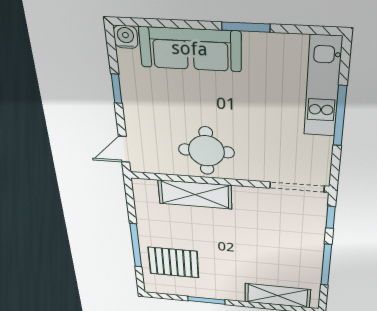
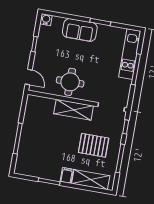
sofa: (190, 49) -> (80, 30), width x0.73
door: (124, 149) -> (29, 77), swing flipped
shelving: (195, 194) -> (74, 110), moved
pallet: (173, 262) -> (94, 145), moved
filing cabinet: (234, 292) -> (67, 175), added

